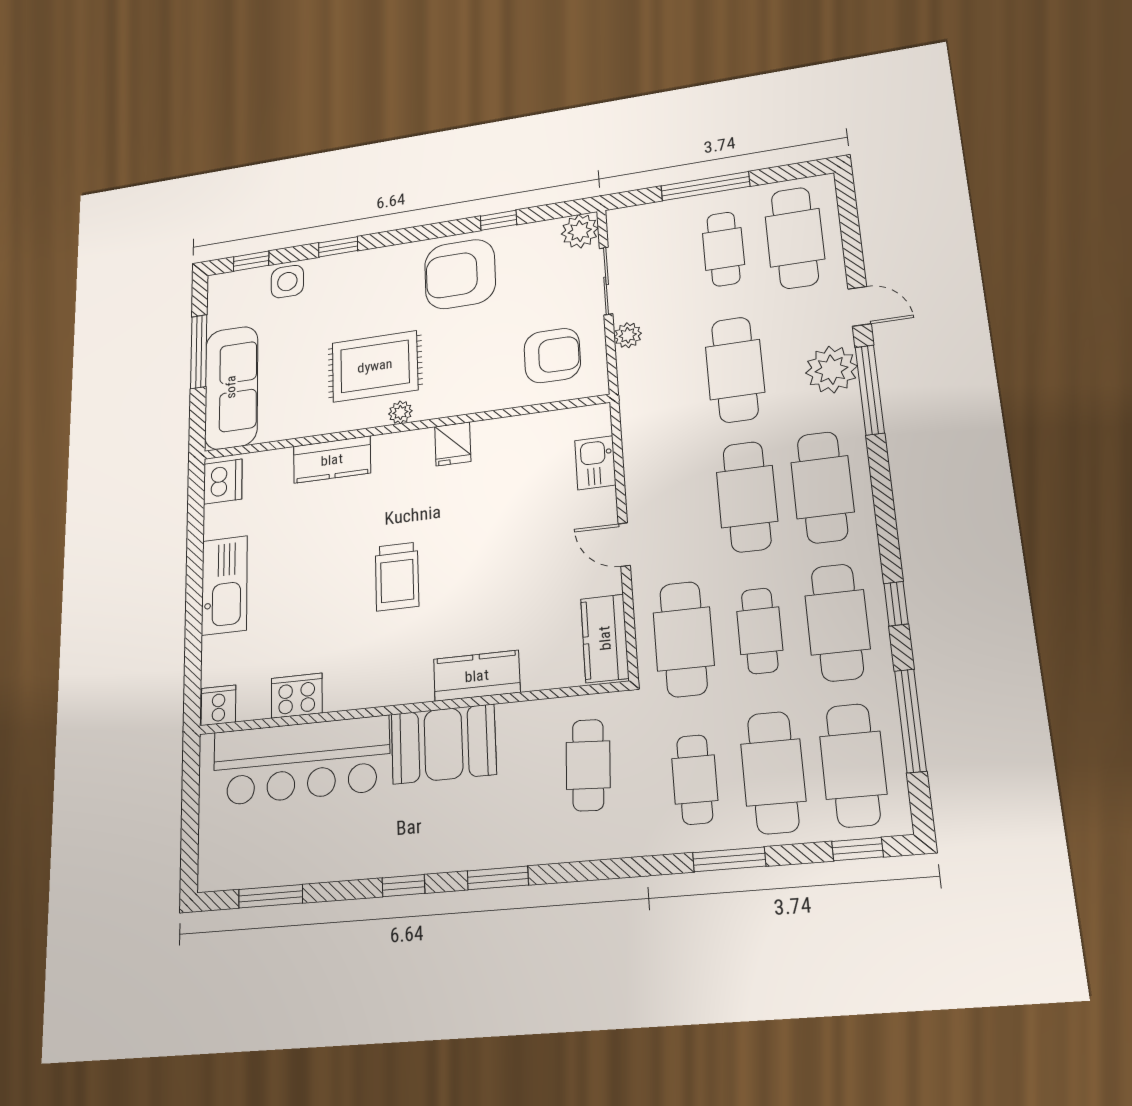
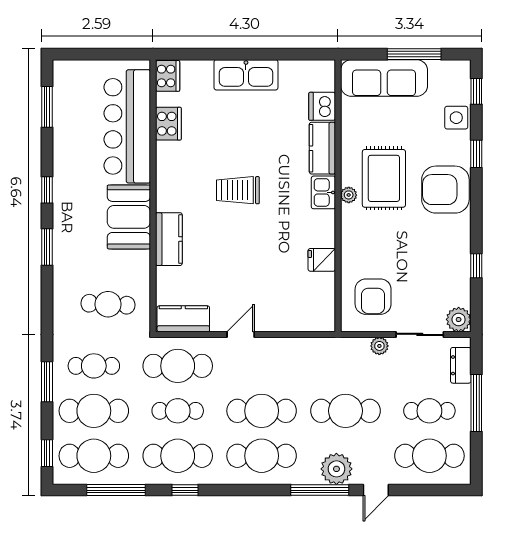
dresser: (649, 217) -> (461, 365), added
armchair: (460, 274) -> (445, 190), moved, turned -90
fridge: (453, 444) -> (322, 260), moved
kitchen sink: (595, 463) -> (323, 192), moved, turned -90
dishwasher: (223, 482) -> (322, 106), moved, turned 90
cooker: (218, 705) -> (168, 76), width x1.36

